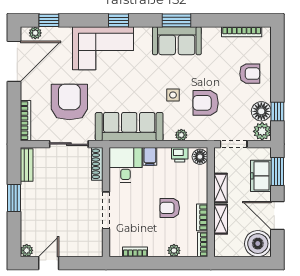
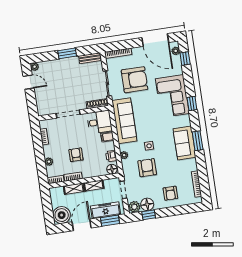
freezer: (261, 176) -> (105, 210), width x1.40

